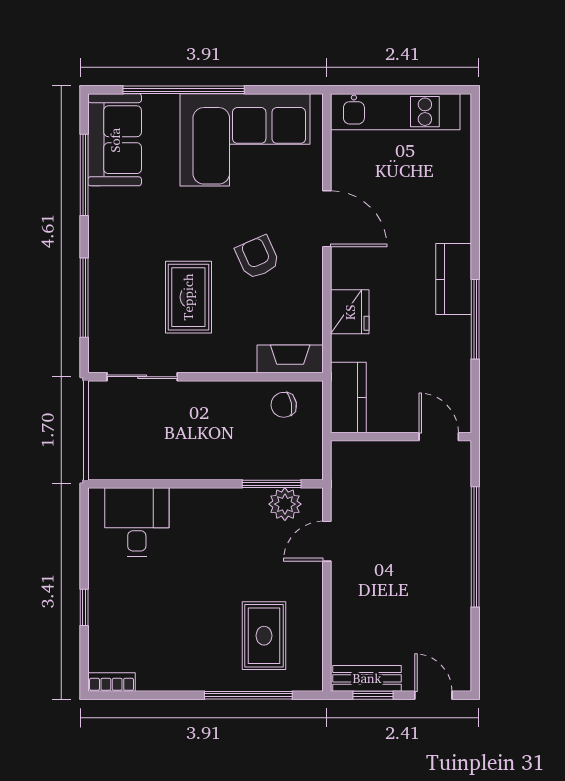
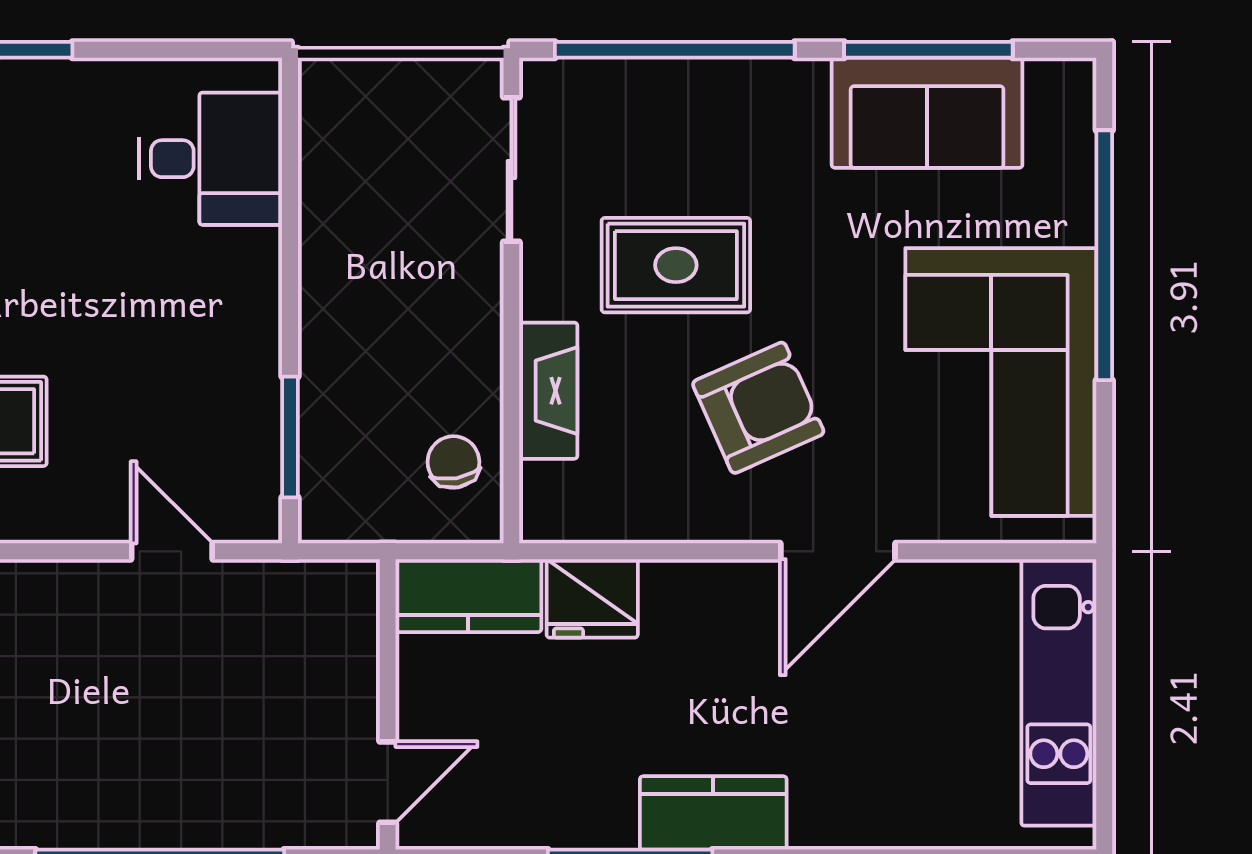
sofa: (115, 140) -> (927, 113), moved
armchair: (257, 257) -> (758, 408), width x1.38, depth x1.38
window: (84, 298) -> (675, 50), width x1.46
fridge: (350, 312) -> (592, 598), moved
fireplace: (290, 359) -> (548, 391), moved
plant: (285, 504) -> (248, 465), removed

